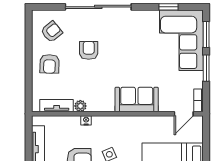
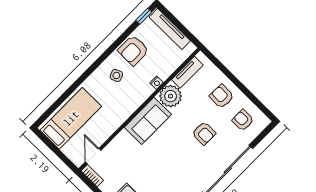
armchair: (52, 32) -> (243, 120), turned 129
sofa: (137, 100) -> (148, 121), moved
plant: (80, 106) -> (171, 96), width x1.88, depth x1.88

